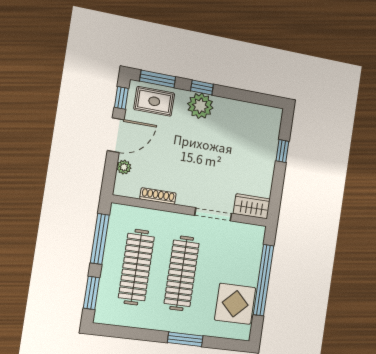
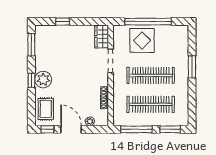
window: (158, 79) -> (31, 45), moved
display table: (235, 304) -> (142, 40), moved

